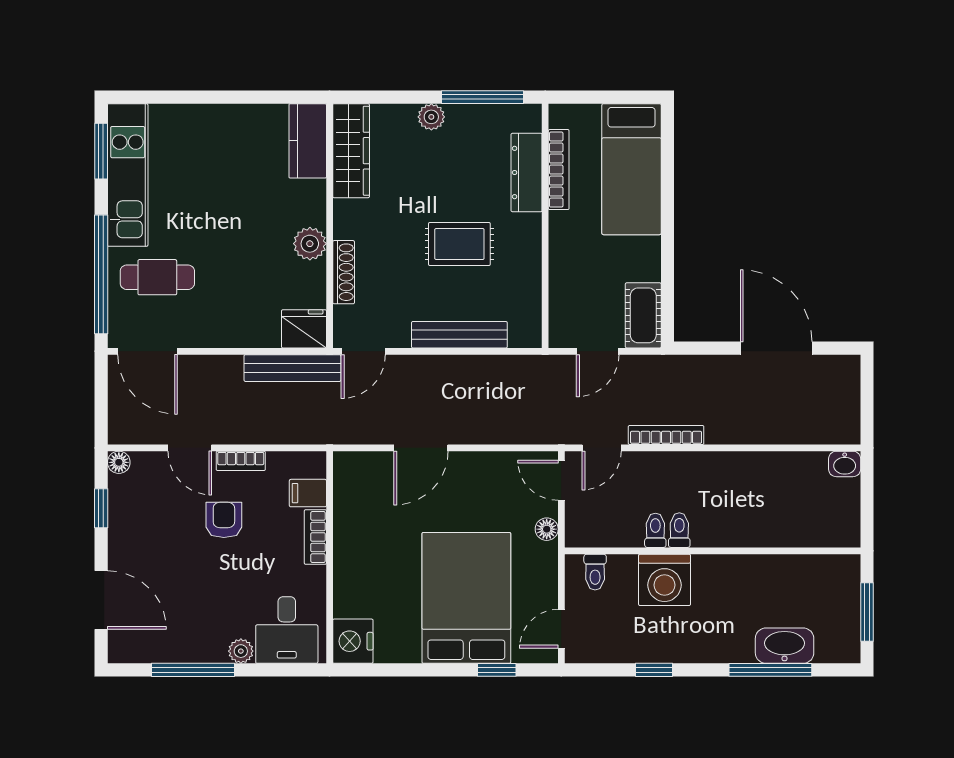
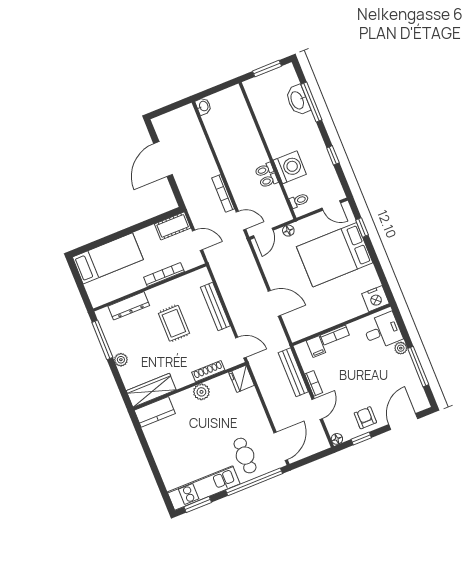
bookcase: (559, 170) -> (164, 274), moved
bench: (292, 368) -> (293, 372), moved
armchair: (224, 520) -> (365, 418), moved, turned 90

